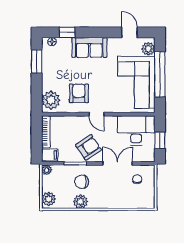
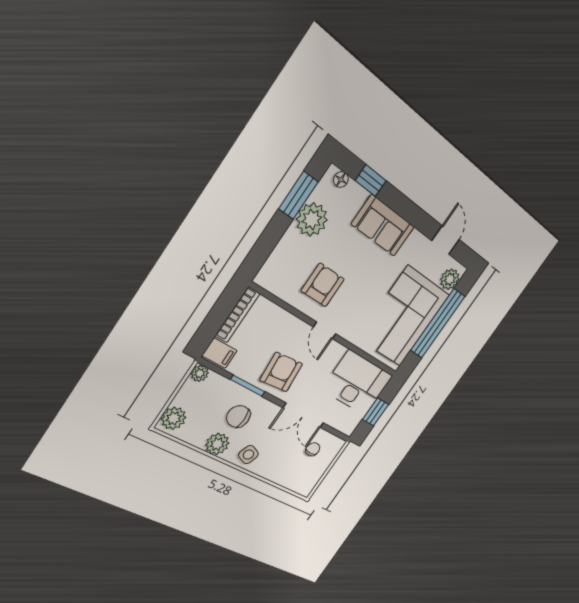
plant: (51, 100) -> (312, 219), moved
armchair: (88, 147) -> (281, 372), turned -61
double door: (118, 163) -> (303, 415), swing flipped
side table: (102, 199) -> (248, 455), added

